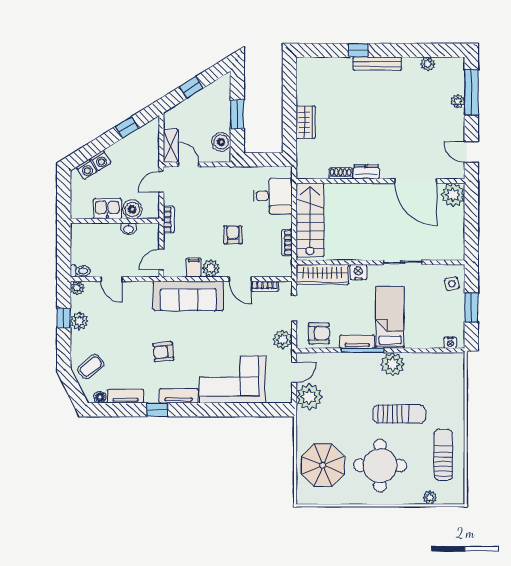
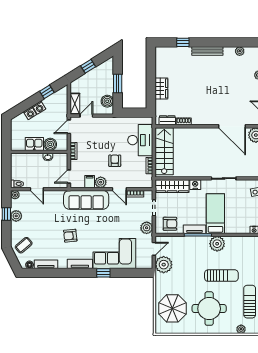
window: (358, 50) -> (183, 42), moved
door: (188, 164) -> (86, 116), hinge flipped
washing machine: (87, 169) -> (39, 108), moved
dresser: (366, 172) -> (167, 120), moved
desk: (273, 196) -> (140, 140), width x1.37
window: (157, 410) -> (103, 273), moved

